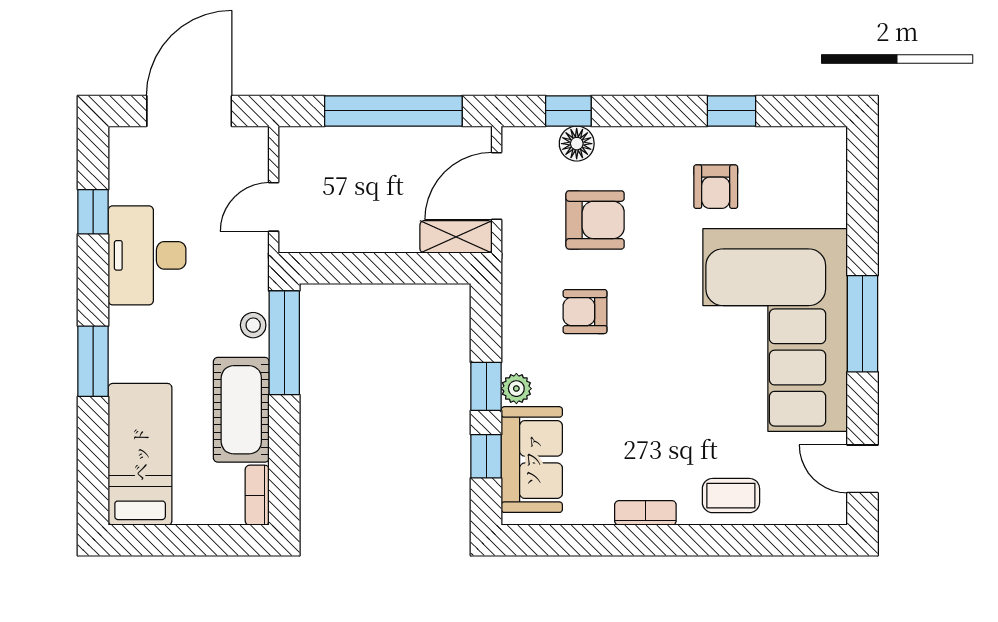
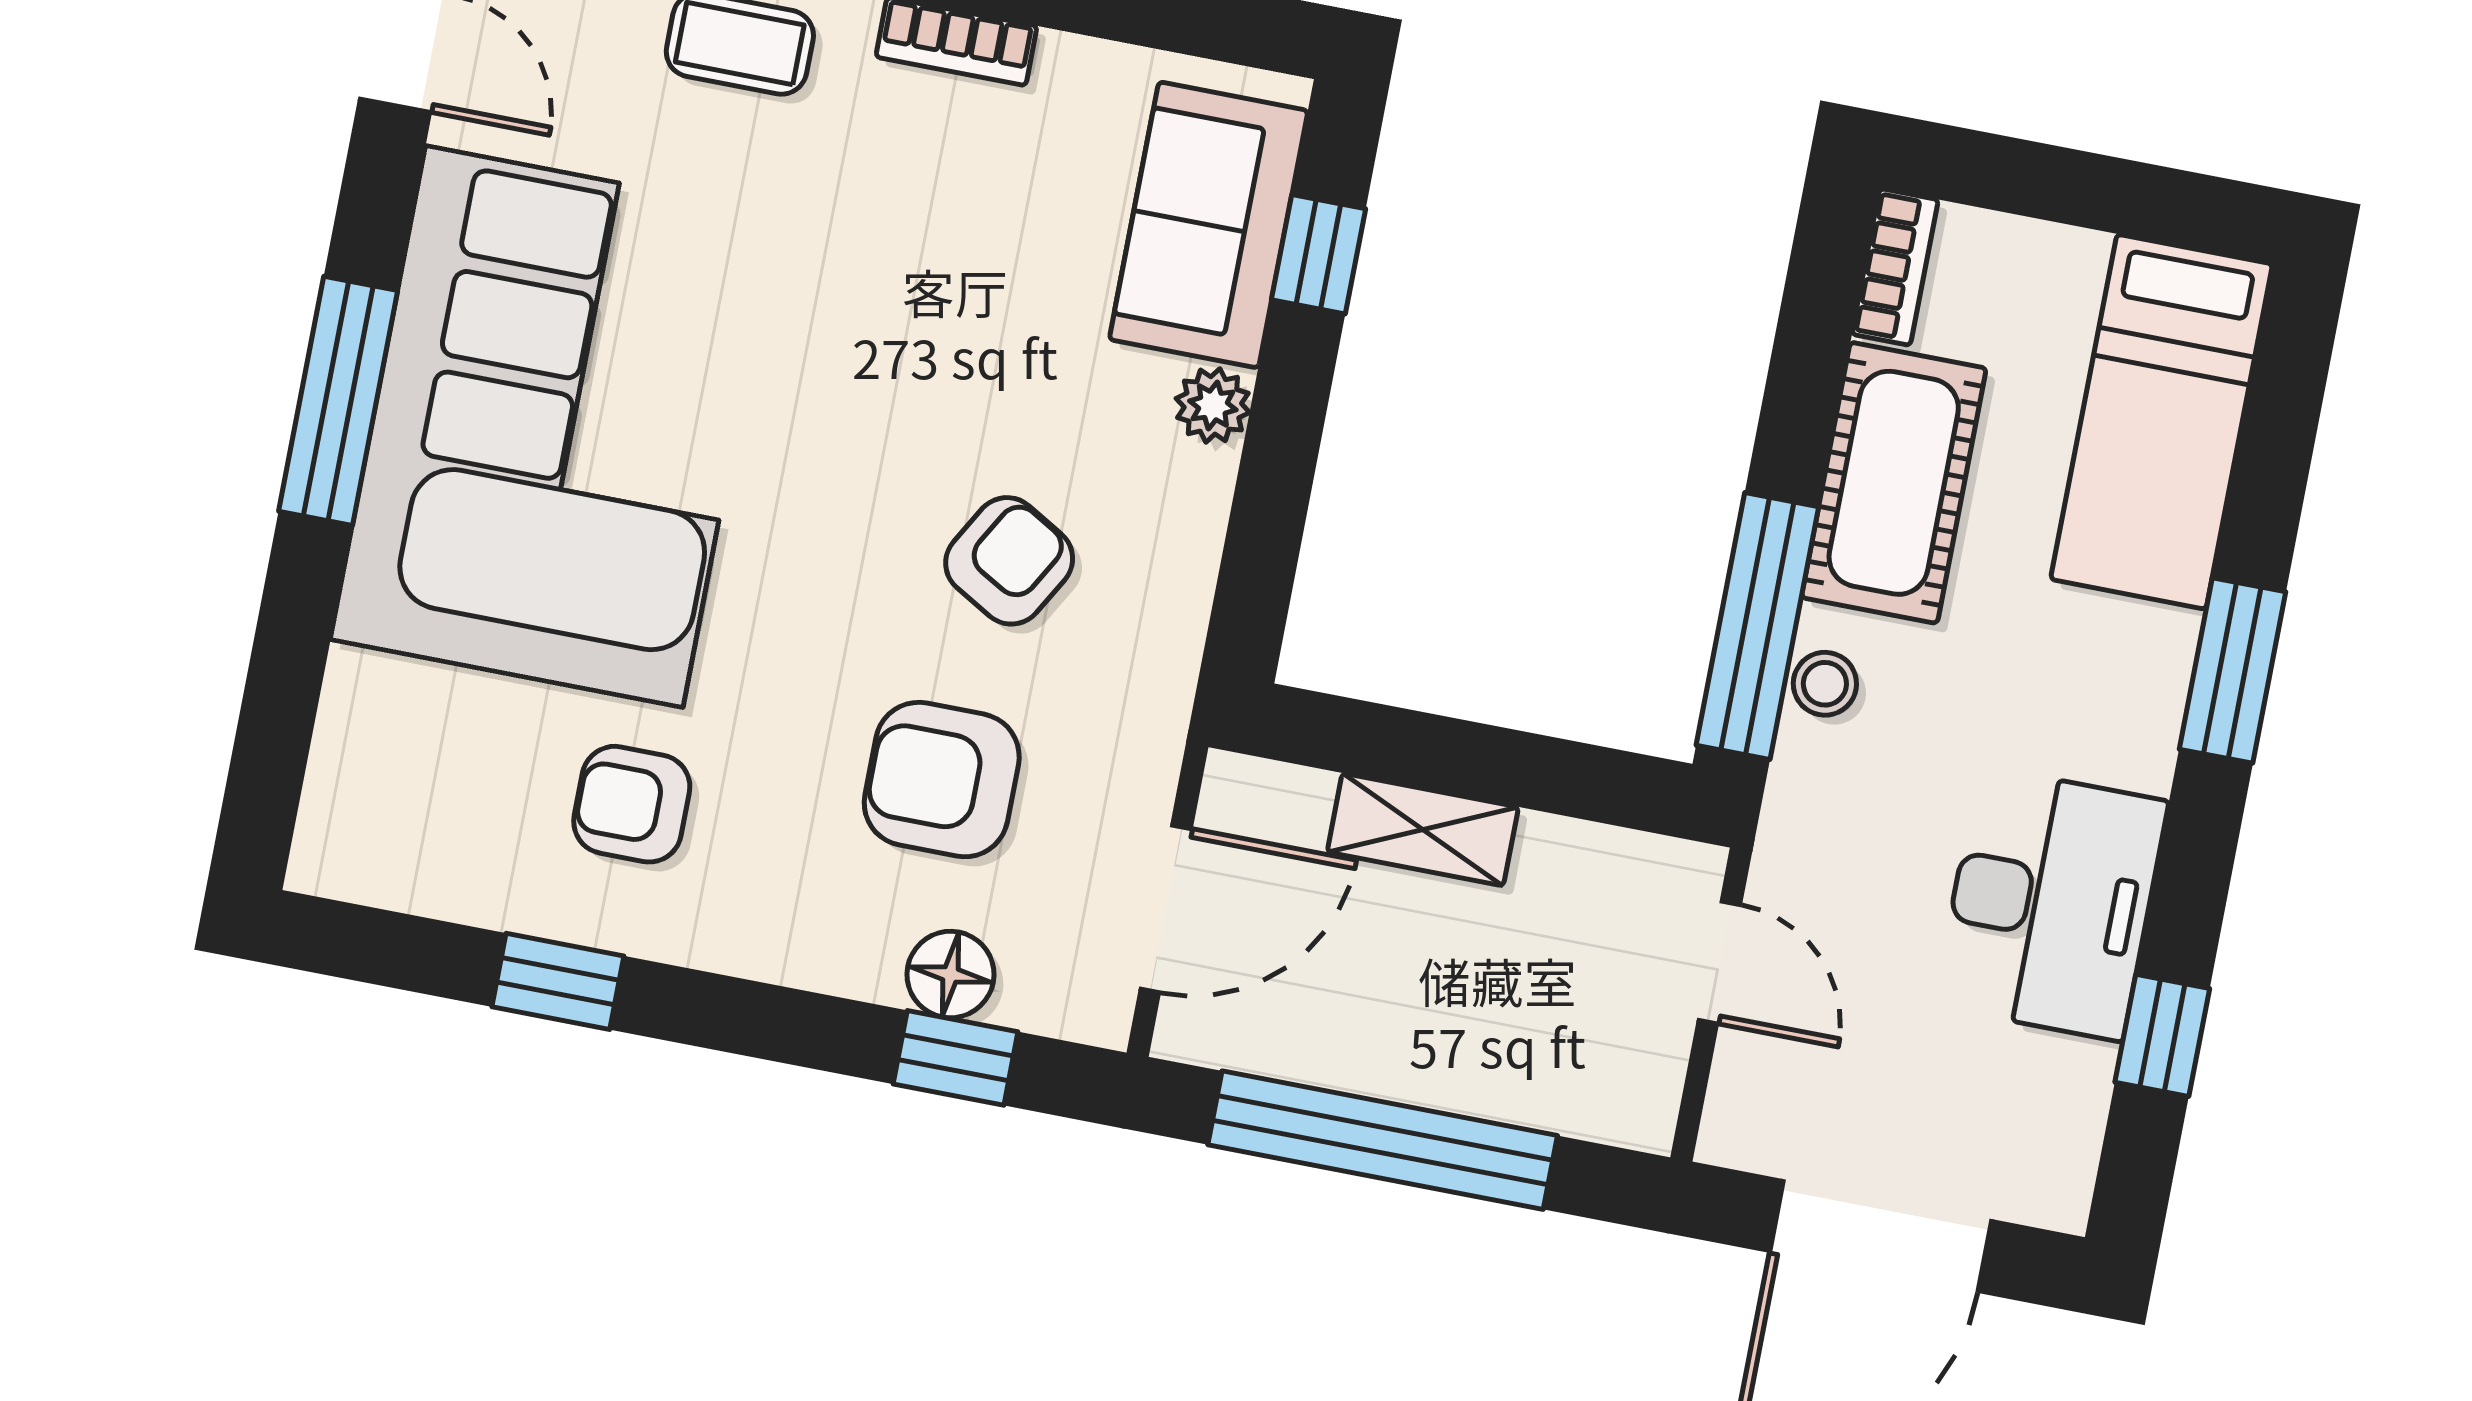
armchair: (716, 187) -> (632, 804), turned -90
door: (274, 207) -> (1719, 962), hinge flipped
shelving: (456, 237) -> (1423, 830), moved
armchair: (585, 312) -> (1009, 561), turned -60
window: (486, 386) -> (1286, 425), removed

